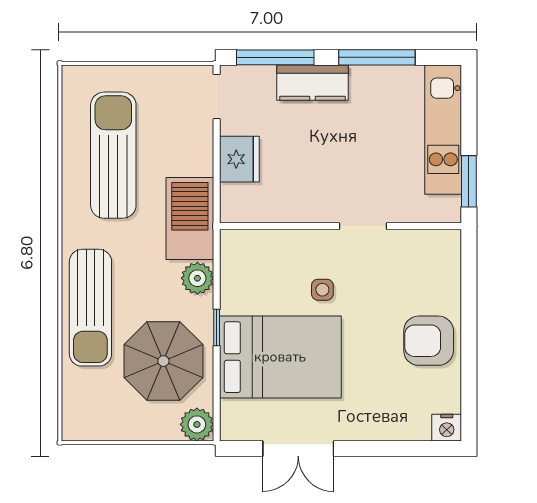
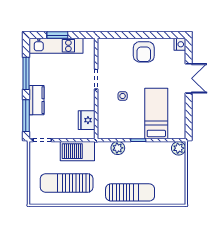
fridge: (239, 159) -> (87, 120), moved, turned -90
window: (469, 181) -> (57, 35), moved
barbecue: (190, 219) -> (77, 151), moved
bed: (280, 357) -> (156, 113), width x0.67
parasol: (163, 361) -> (152, 162), removed
double door: (298, 449) -> (189, 78), moved

